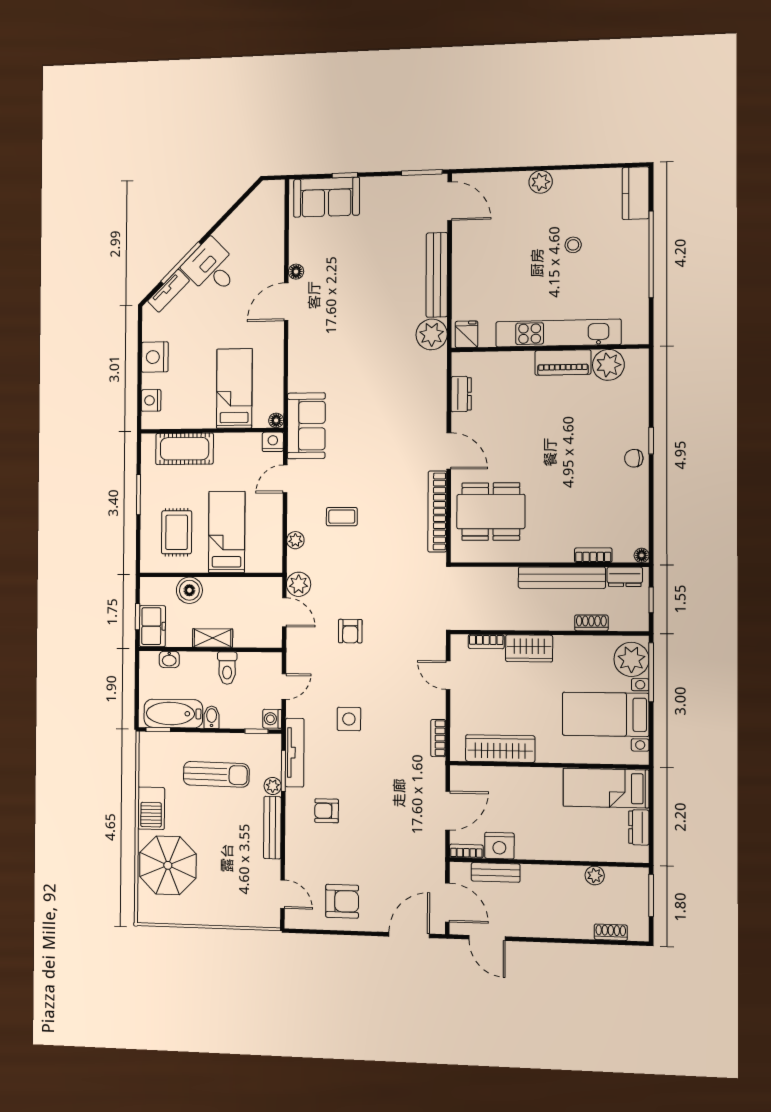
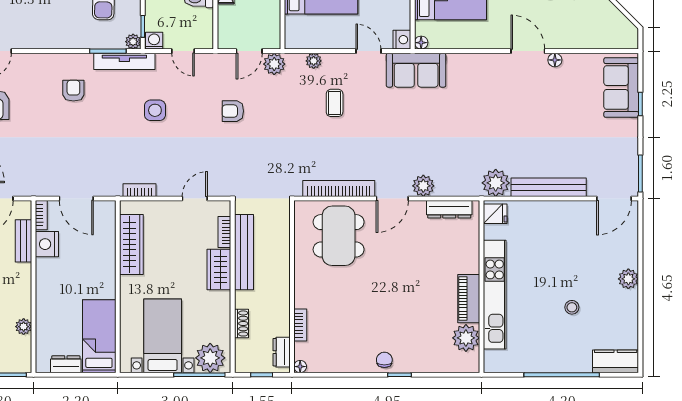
dresser: (461, 394) -> (449, 209), width x1.44
plant: (435, 416) -> (423, 186), added
bench: (562, 578) -> (244, 252), moved
plant: (273, 786) -> (133, 42), moved
bench: (272, 828) -> (57, 41), removed

